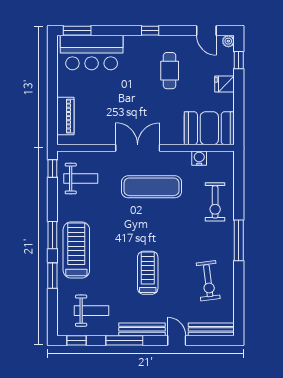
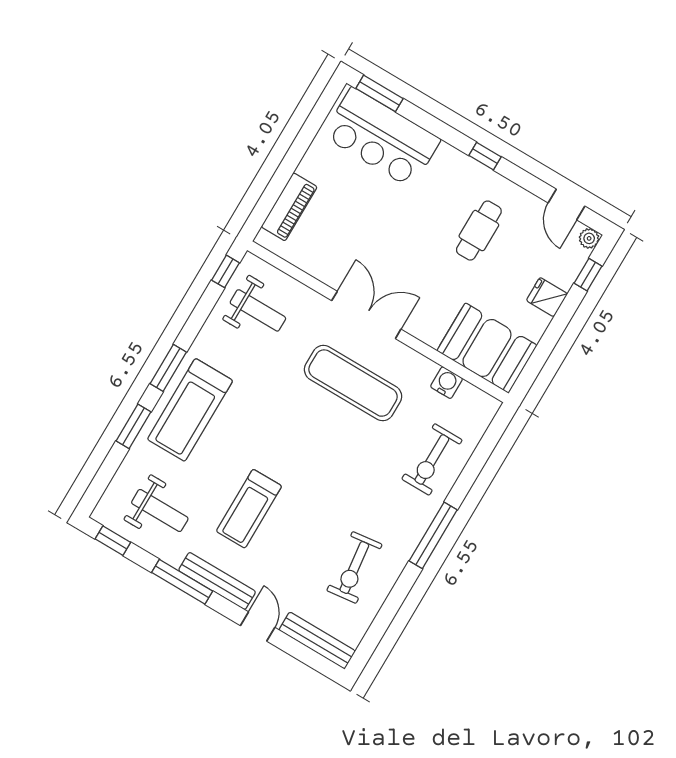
treadmill: (76, 250) -> (190, 410), turned 180
treadmill: (148, 273) -> (249, 509), moved, turned 180

